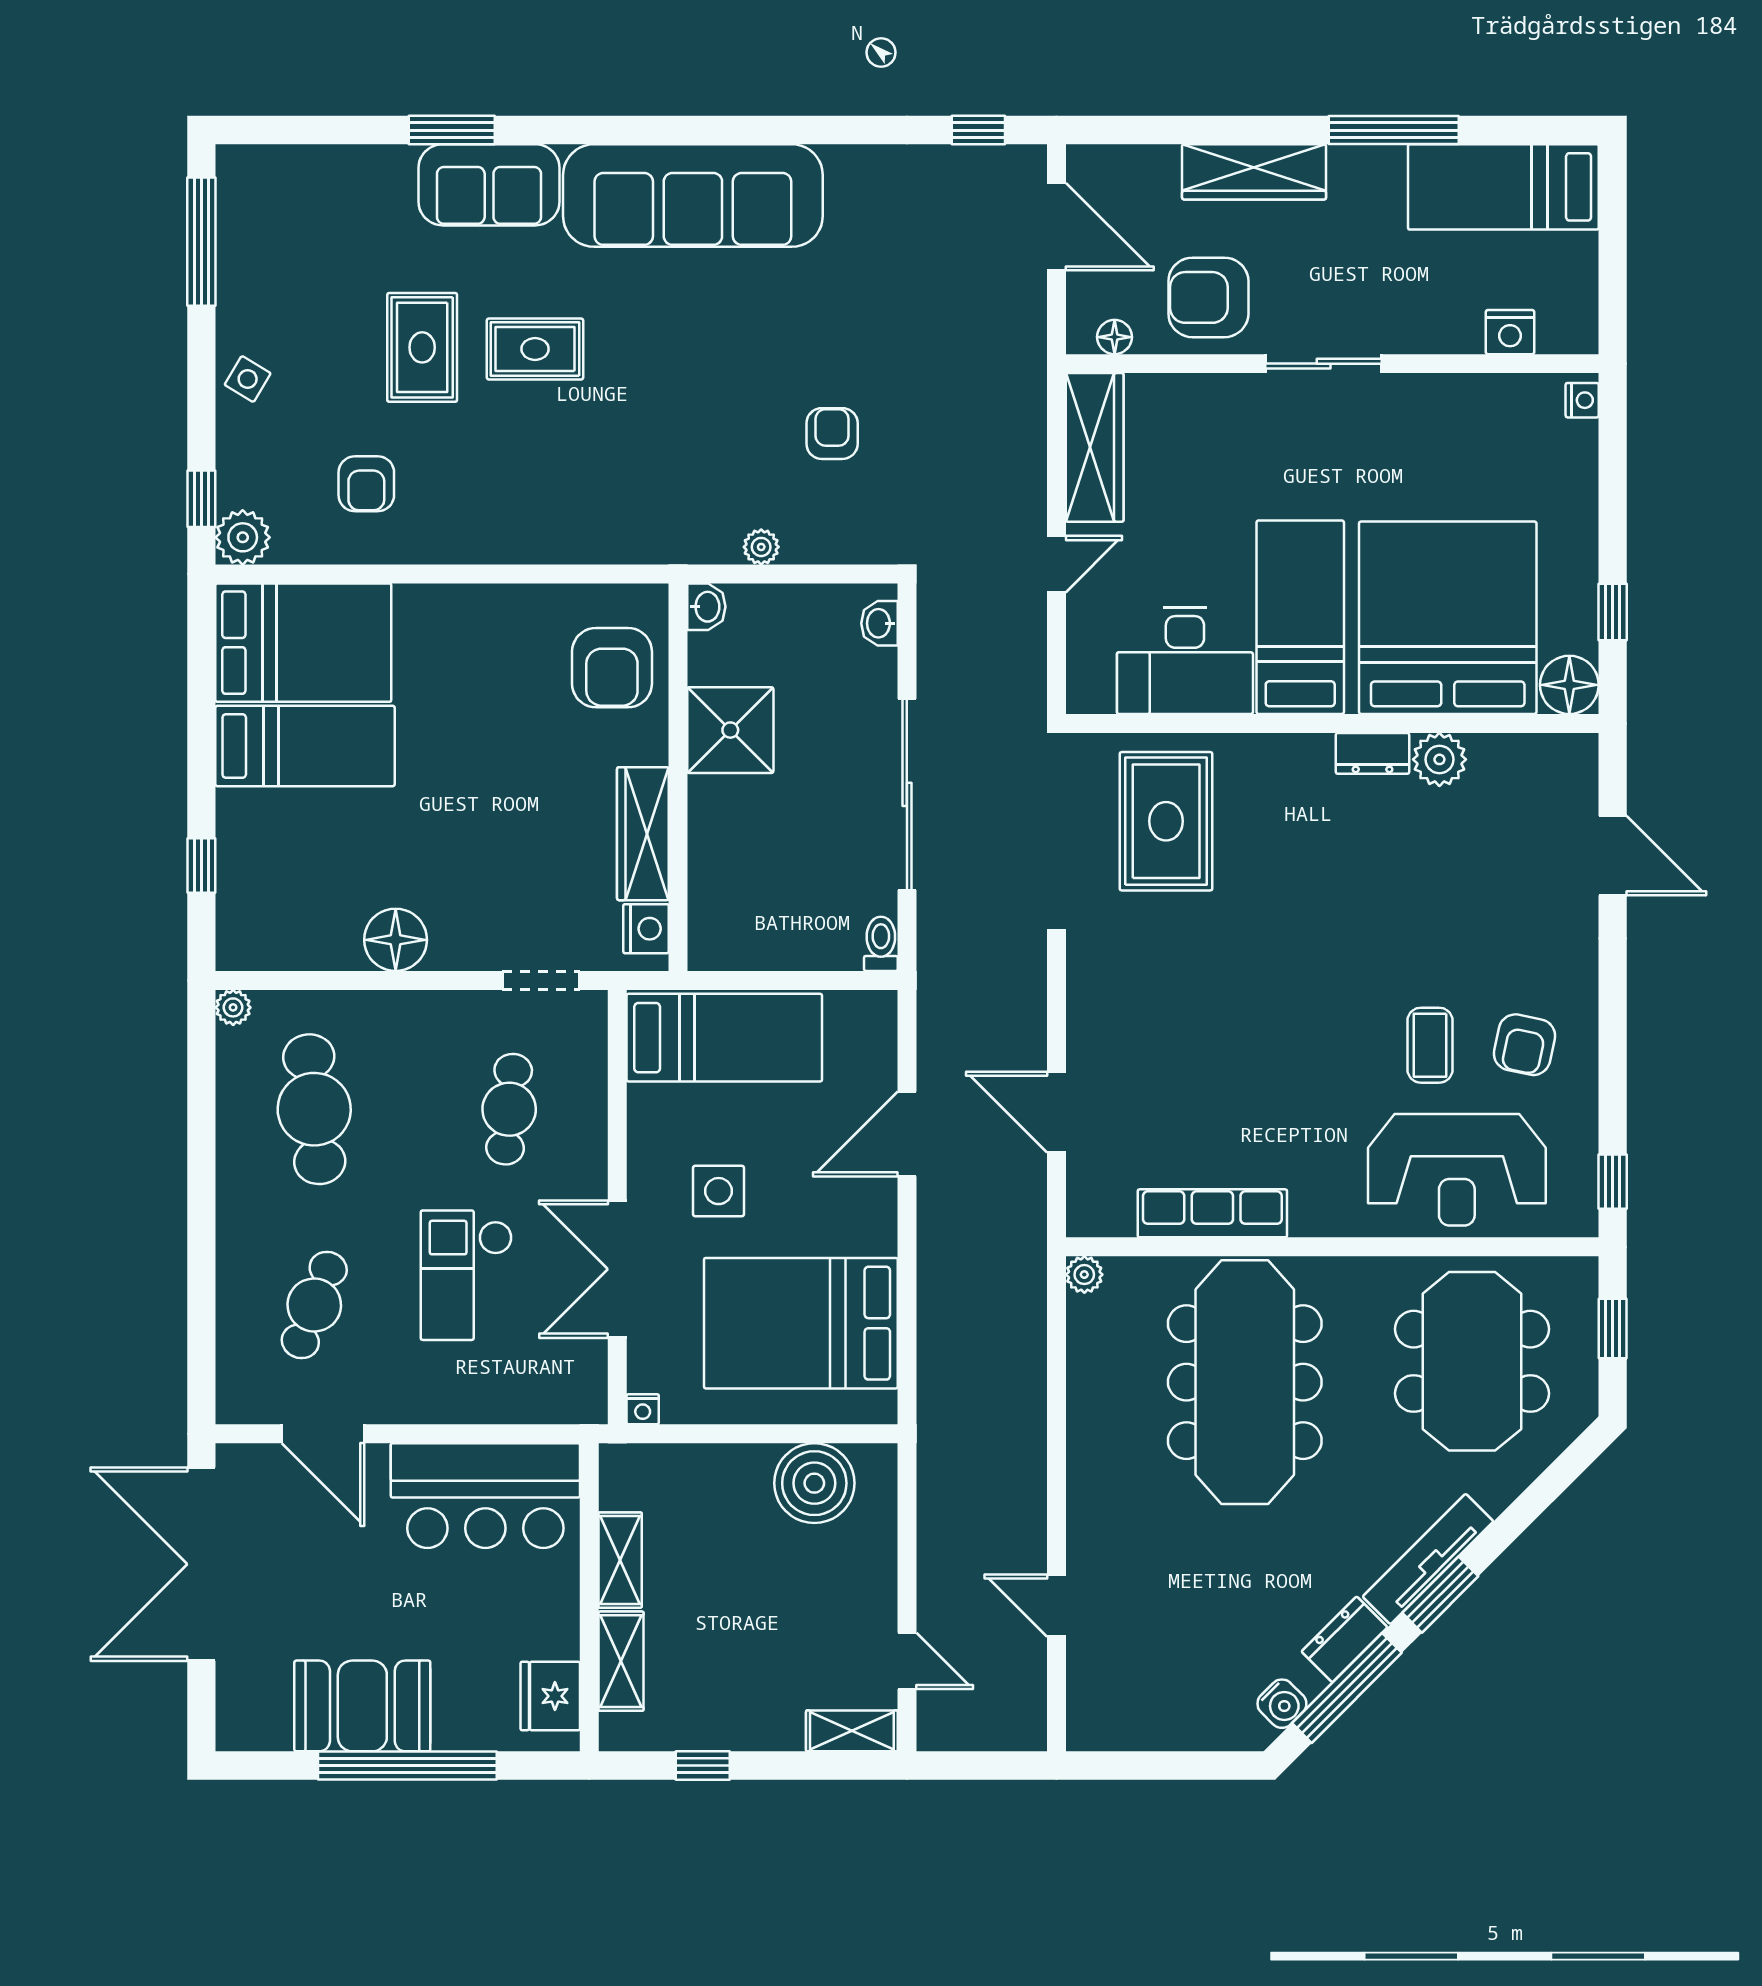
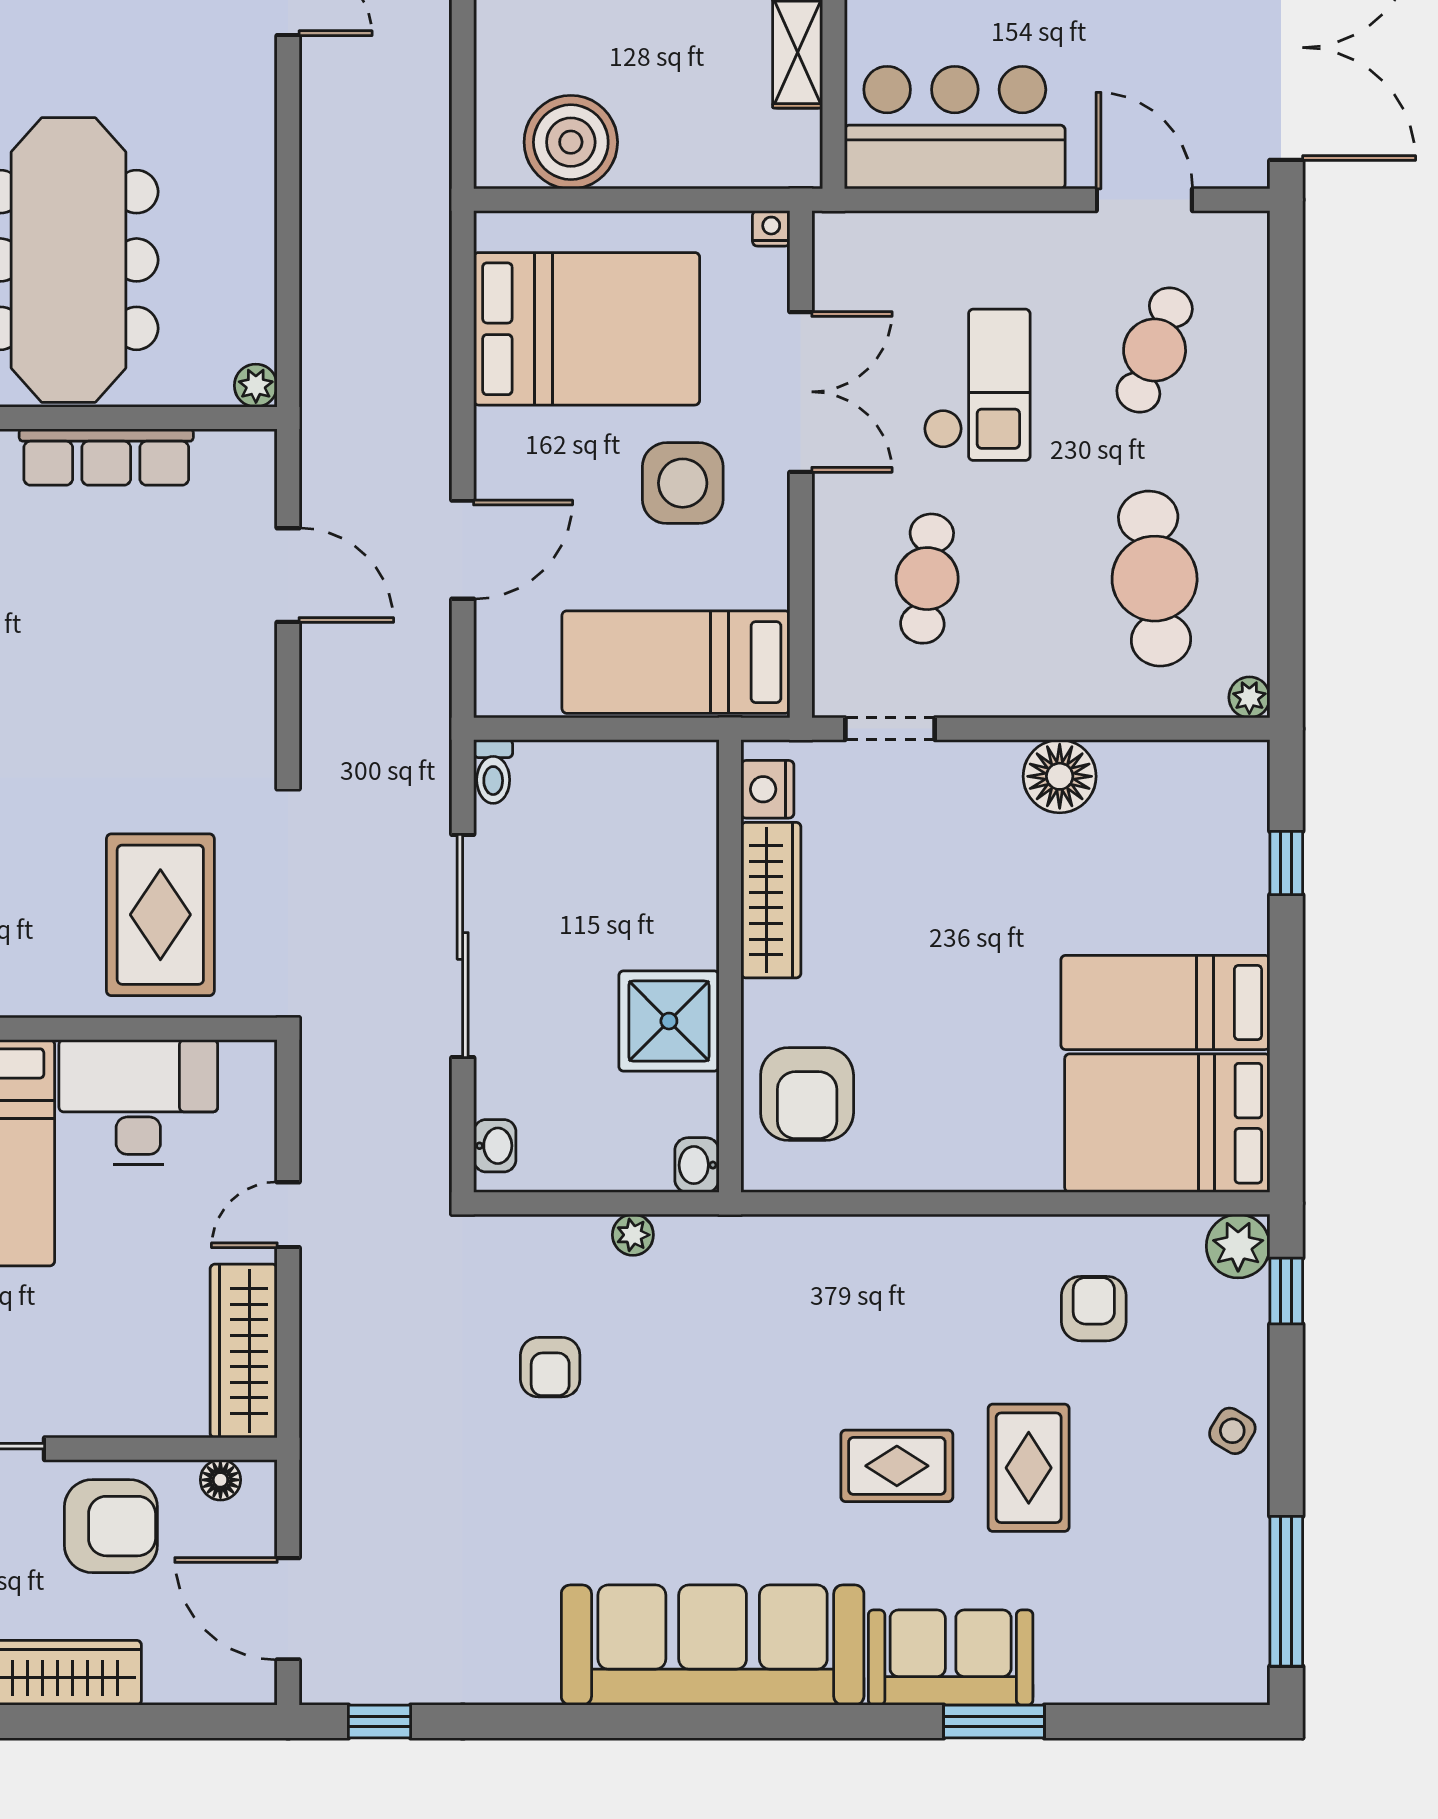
armchair: (612, 668) -> (807, 1094), turned 180
side table: (719, 1191) -> (683, 483), width x1.37, depth x1.37

